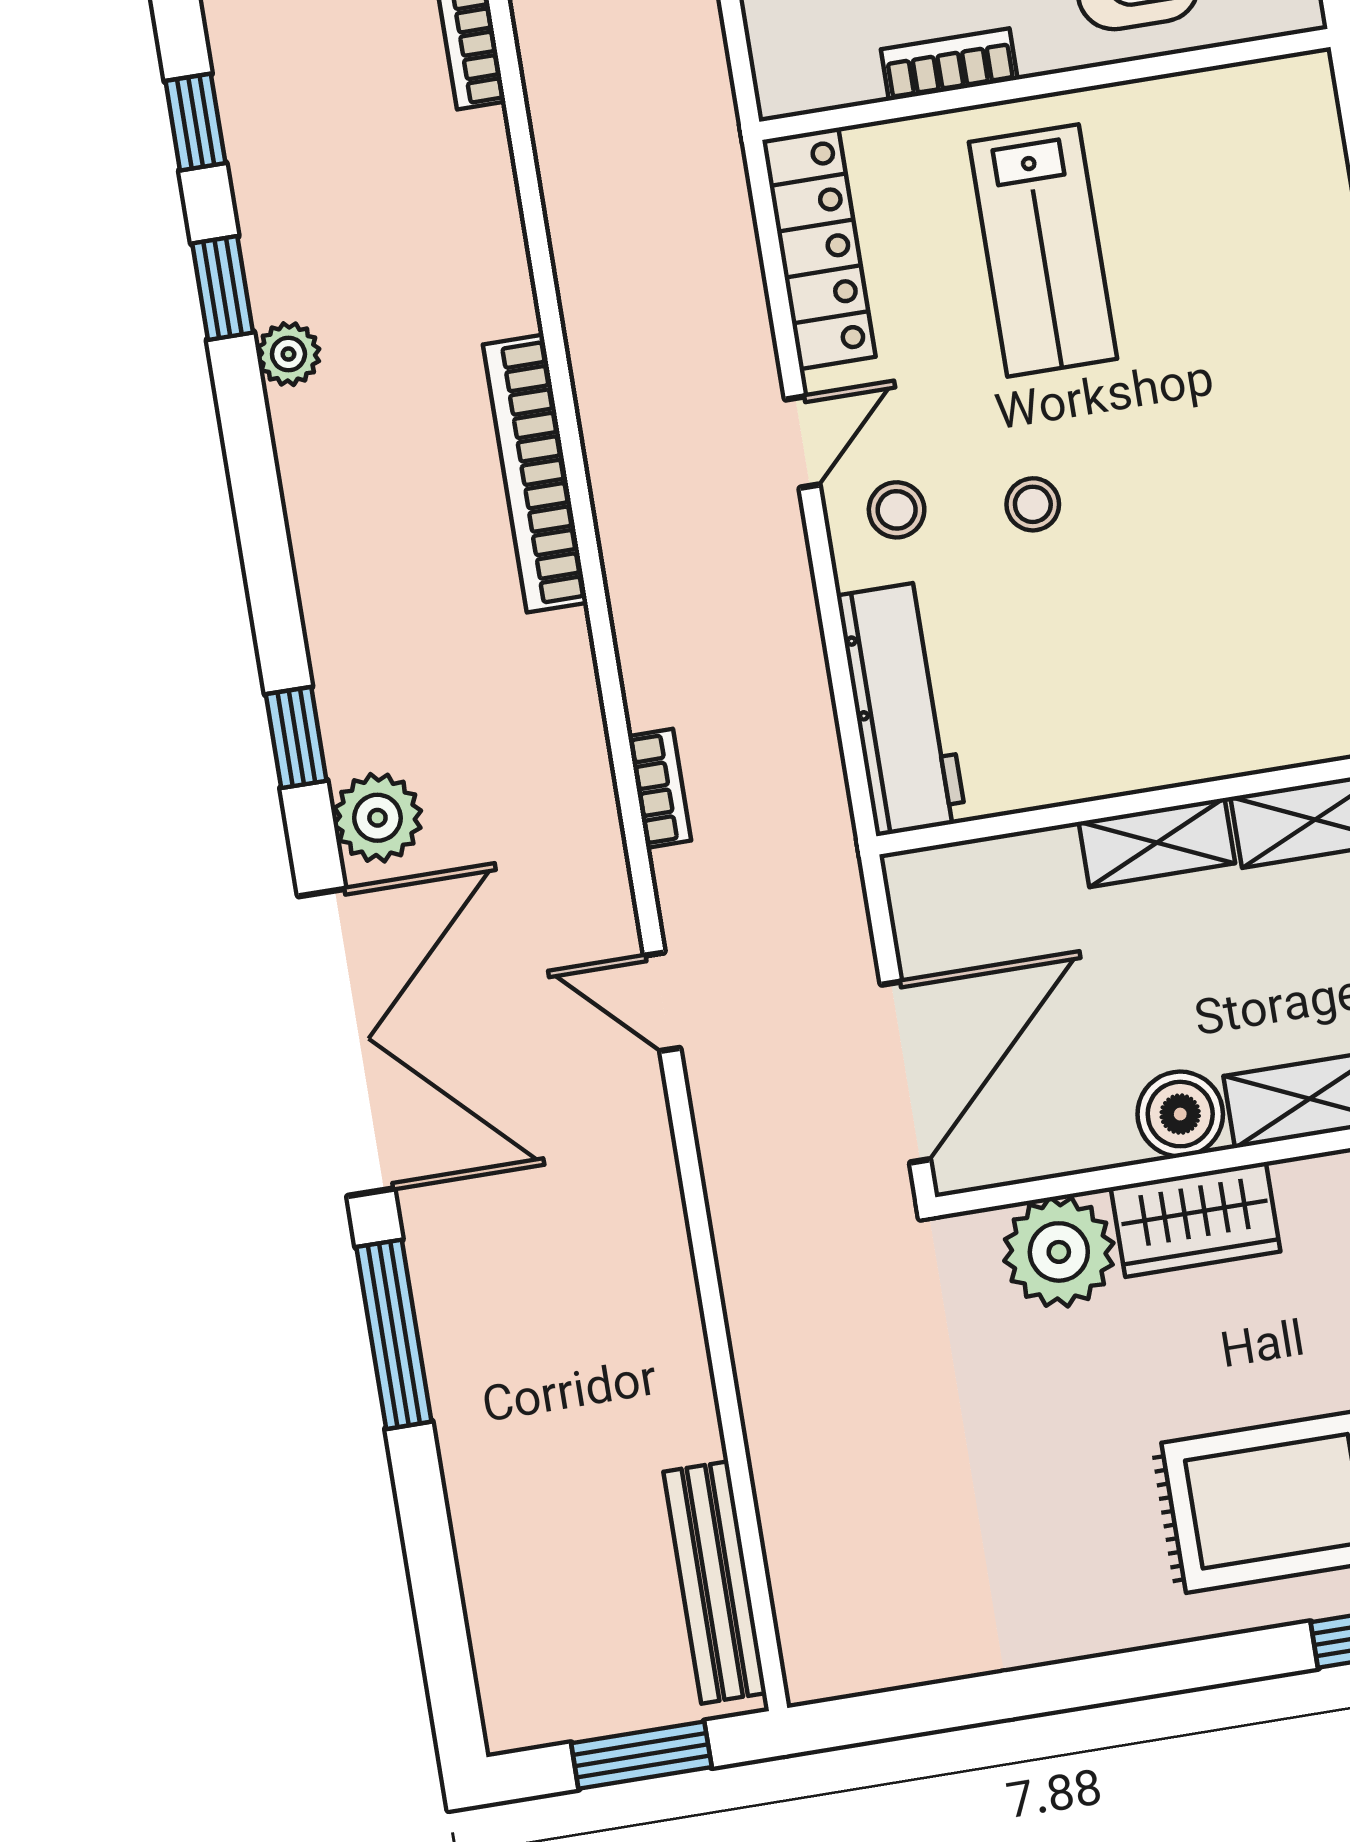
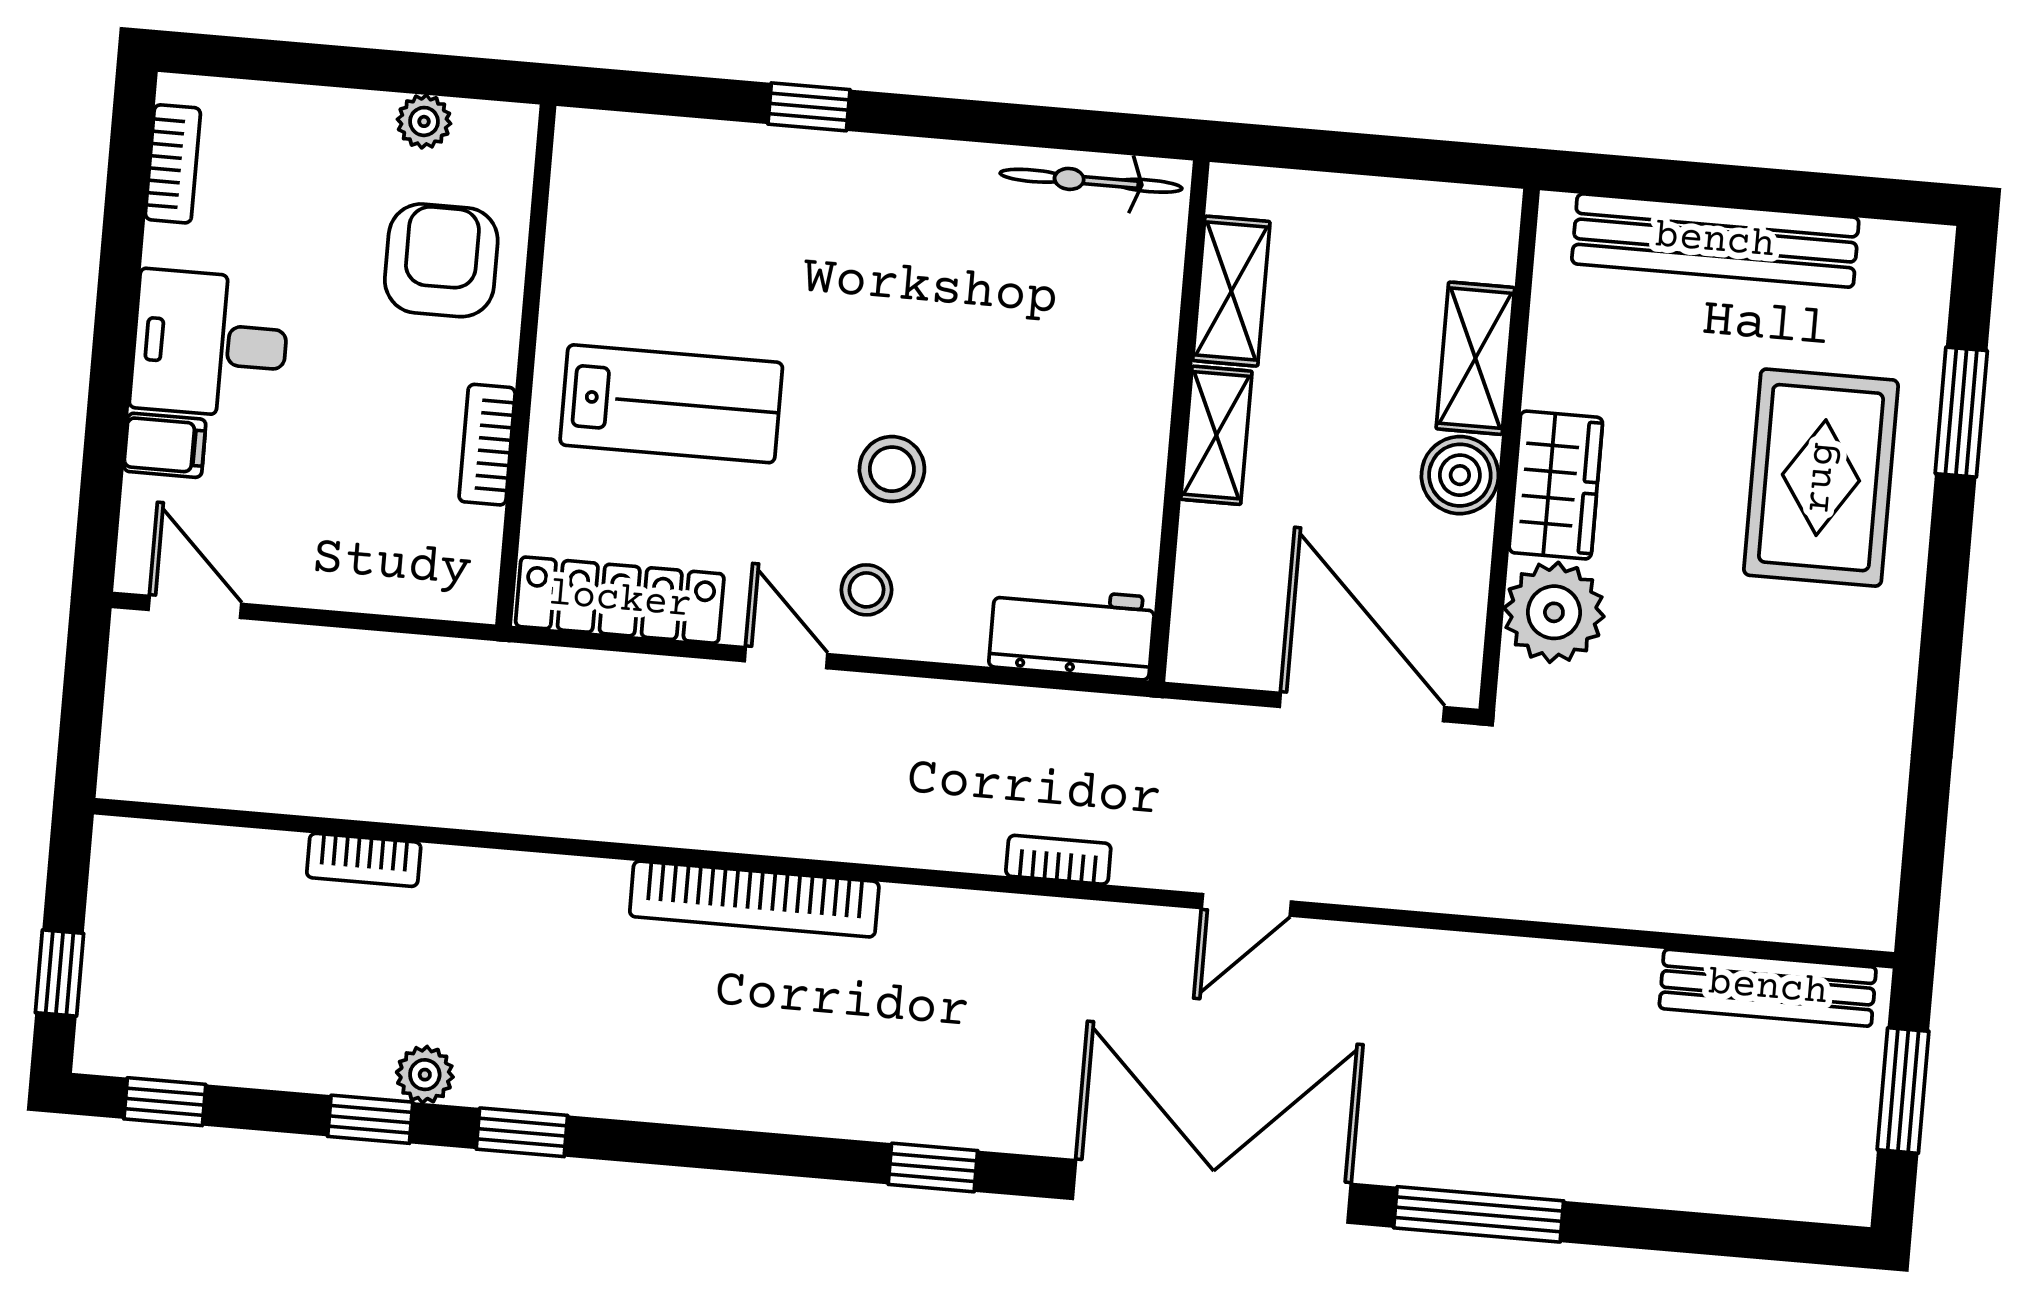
plant: (288, 354) -> (425, 1075), moved
stool: (1033, 504) -> (892, 469), width x1.37, depth x1.37
workbench: (902, 708) -> (1072, 632), width x0.73
plant: (377, 818) -> (1021, 1114), removed

